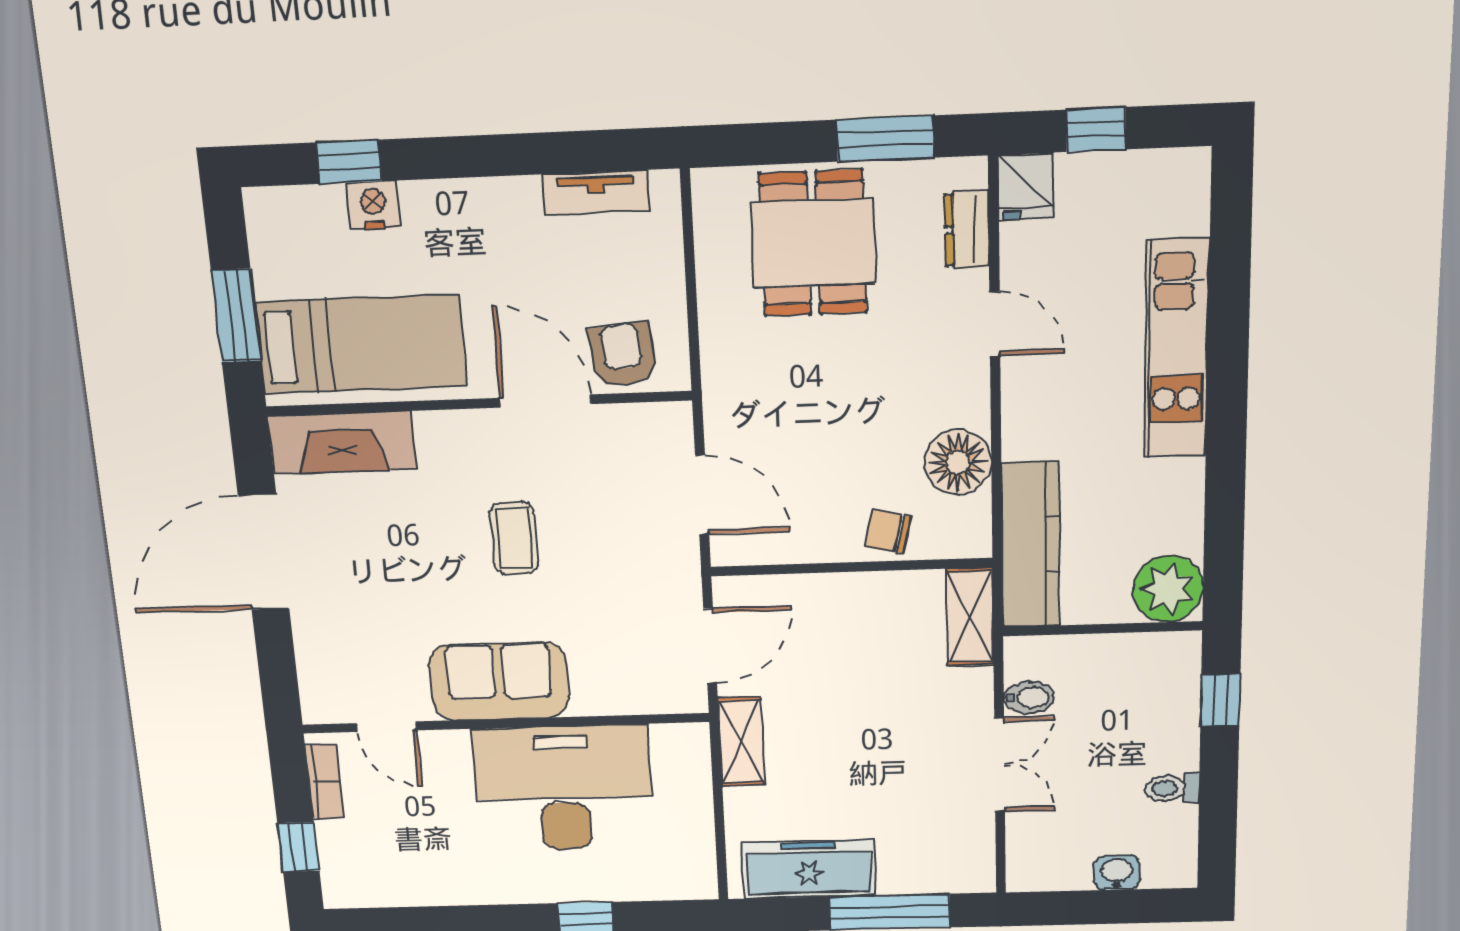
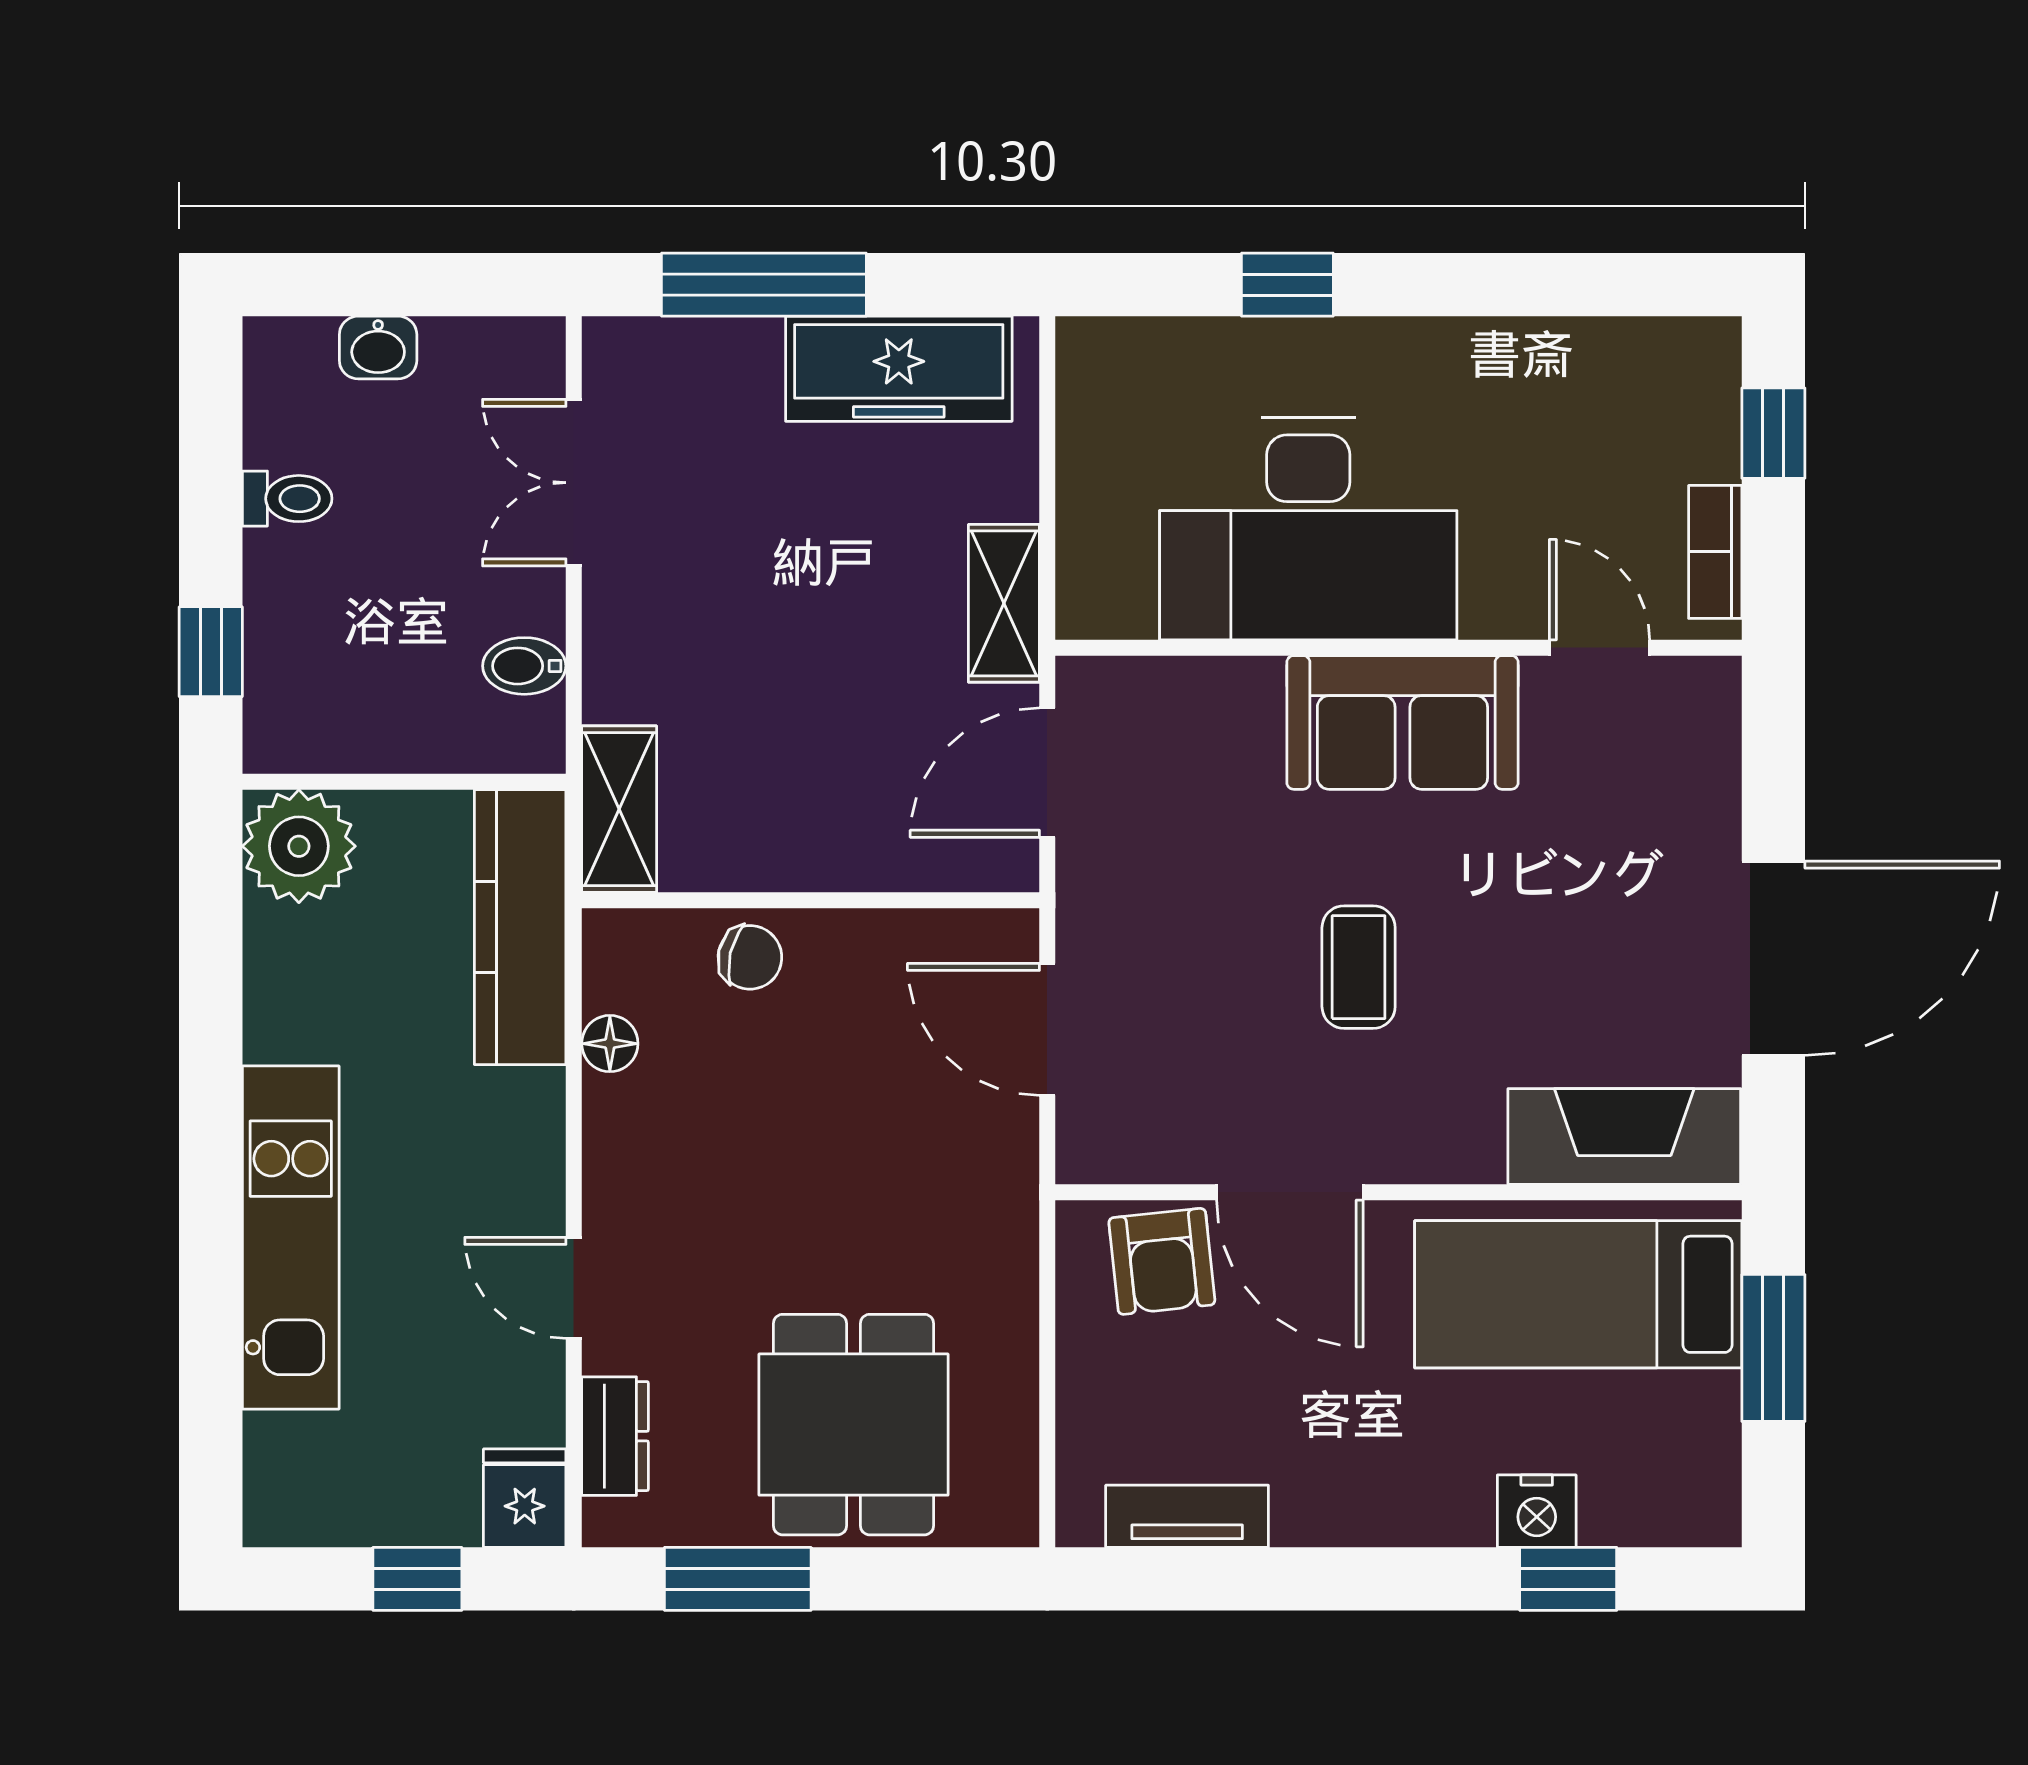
floor lamp: (958, 462) -> (610, 1044), width x0.53, depth x0.53
double door: (1000, 765) -> (574, 483), moved

